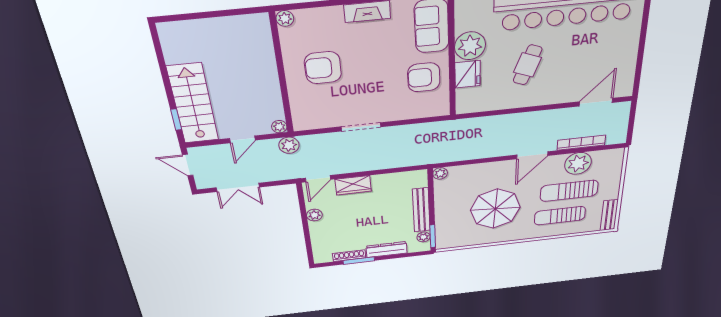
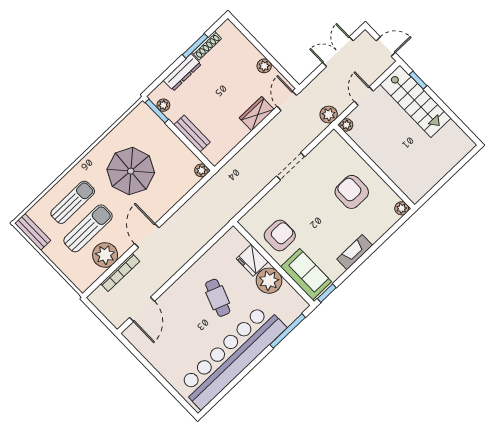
armchair: (323, 68) -> (352, 192), turned -90
bench: (421, 210) -> (192, 133), width x0.73

